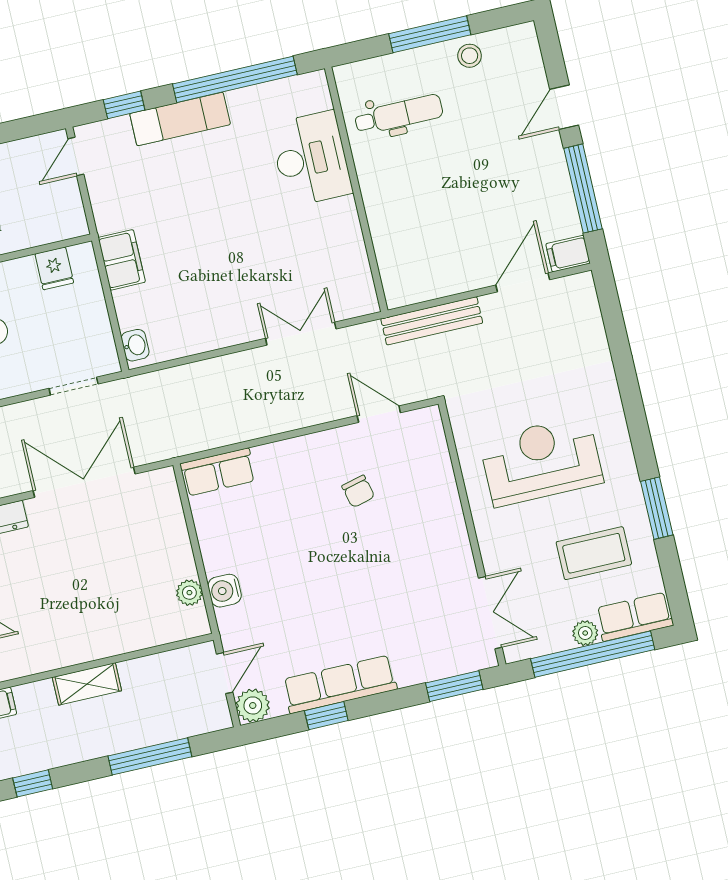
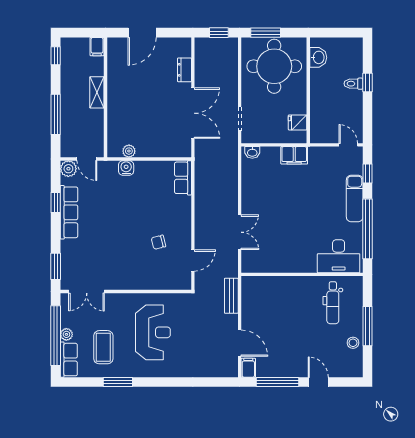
desk: (311, 159) -> (339, 256), moved
bench: (432, 321) -> (231, 296), width x0.73

